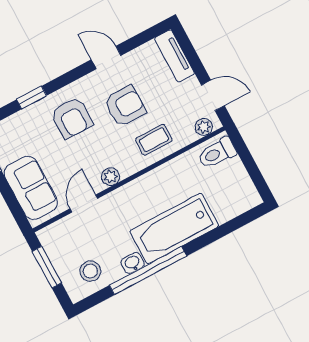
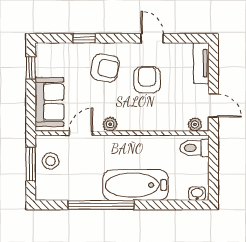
armchair: (125, 106) -> (147, 80), turned -90
armchair: (72, 118) -> (105, 68), turned -79
coffee table: (154, 140) -> (155, 115), removed
washbasin: (133, 263) -> (197, 194), moved
stool: (90, 271) -> (50, 161), moved

